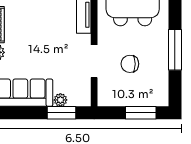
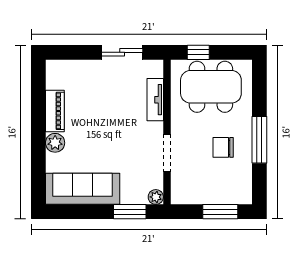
chair: (130, 64) -> (223, 147), moved
plant: (60, 100) -> (156, 197), moved

